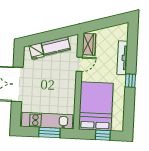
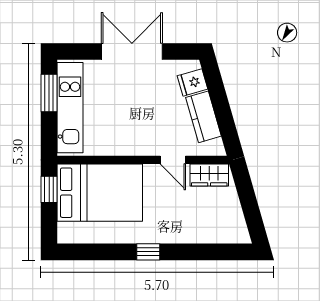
tv unit: (122, 58) -> (188, 236), removed
window: (49, 133) -> (49, 93), moved
window: (103, 135) -> (49, 189), moved

